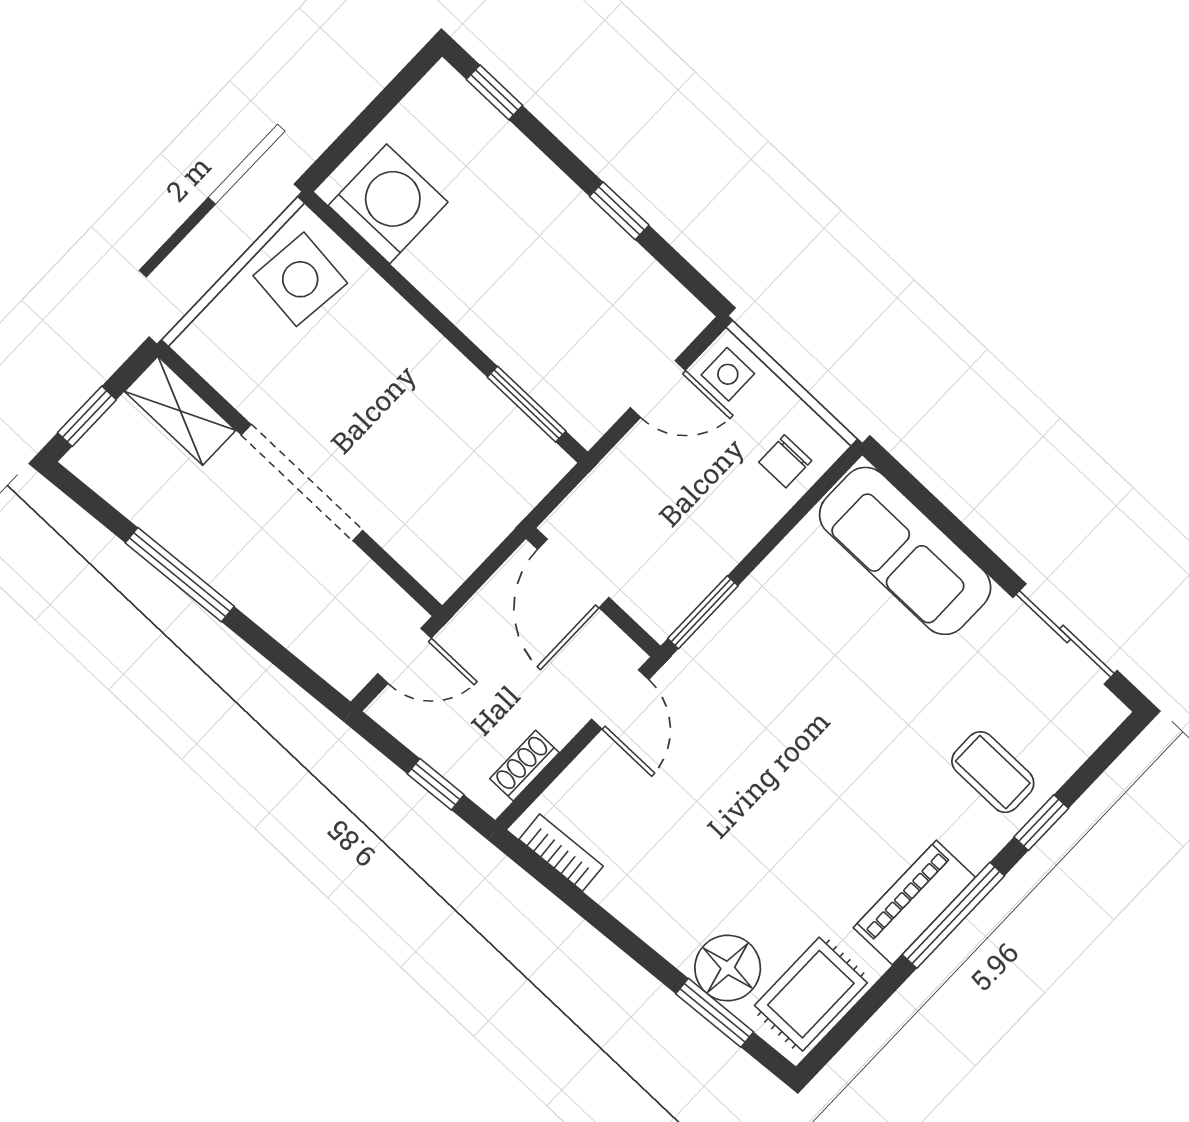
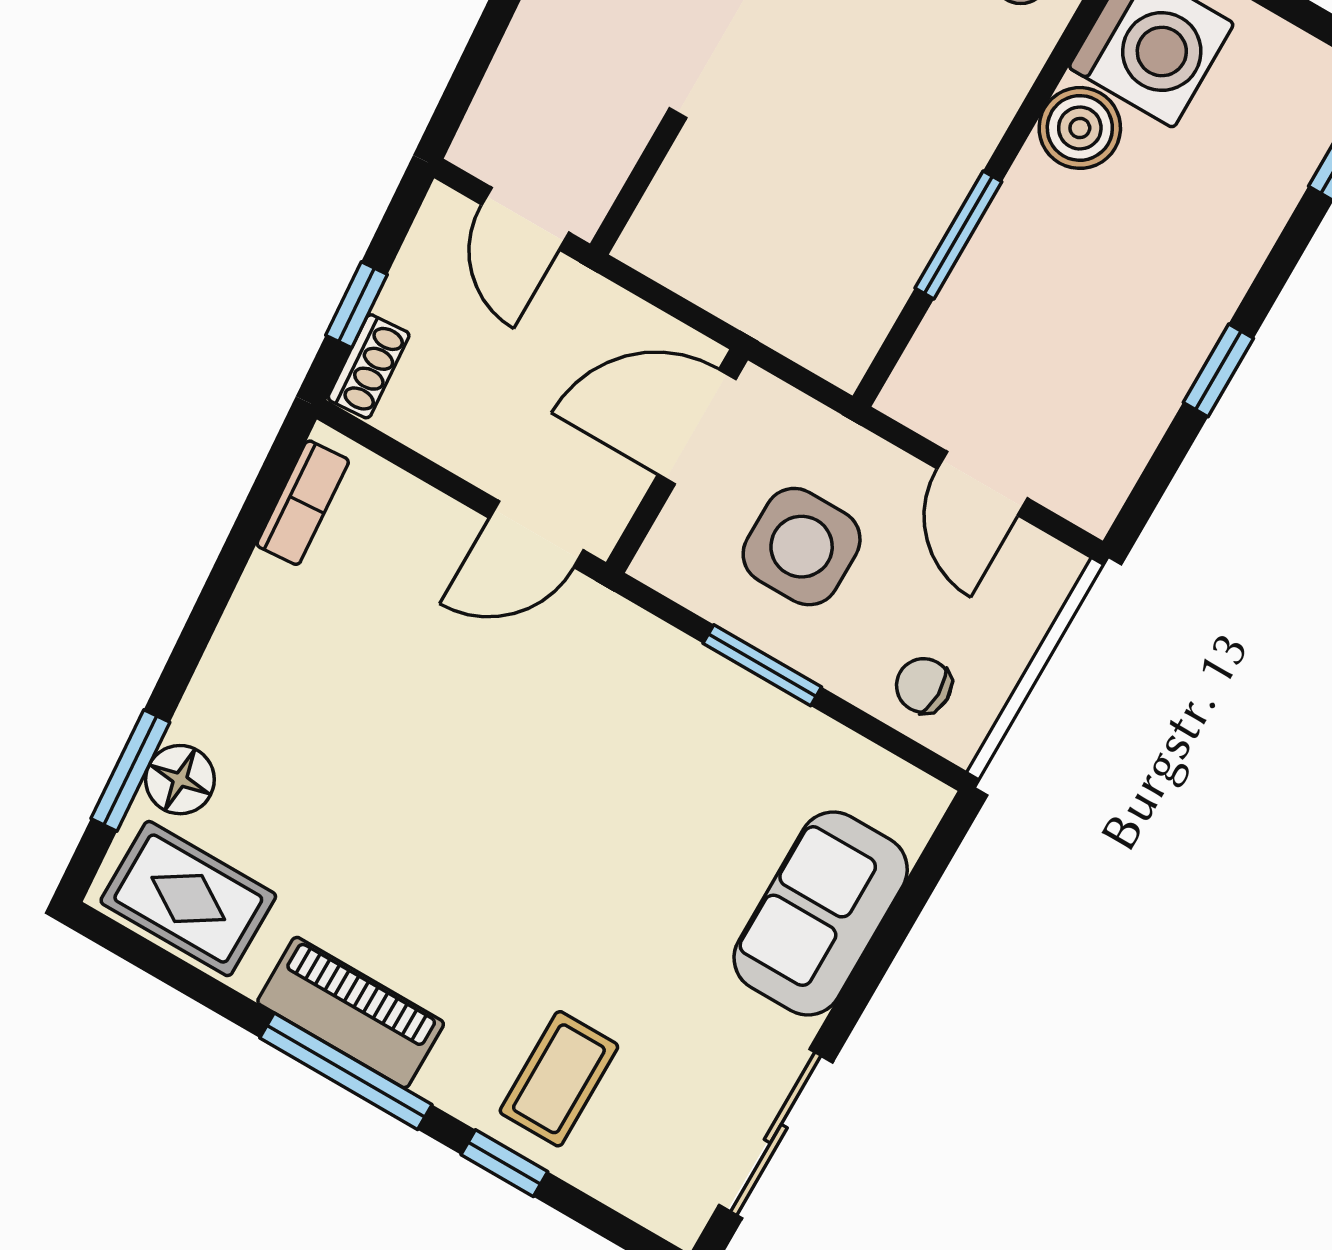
boiler: (433, 266) -> (1080, 128), added
side table: (728, 374) -> (802, 547), moved, width x1.87, depth x1.87
window: (527, 404) -> (958, 235), moved
sofa: (905, 551) -> (821, 913), width x0.73
window: (703, 612) -> (762, 665), moved
shoe rack: (525, 766) -> (369, 366), moved, turned 86
floor lamp: (728, 968) -> (180, 780), width x0.73, depth x0.73

